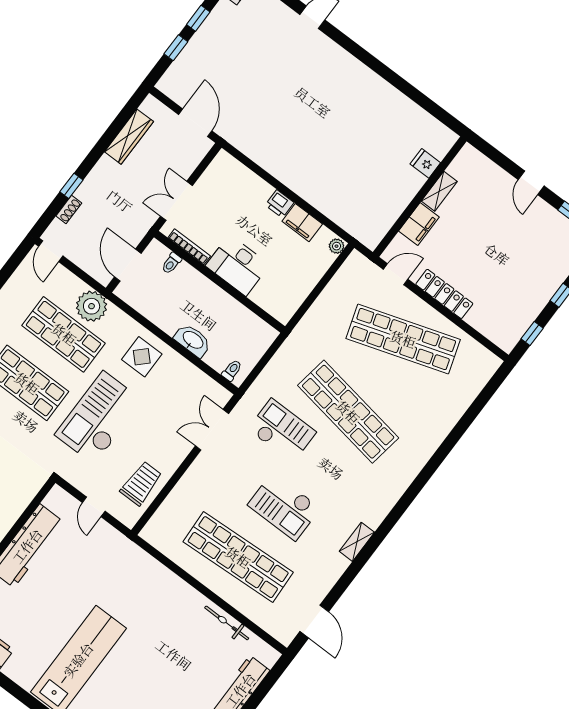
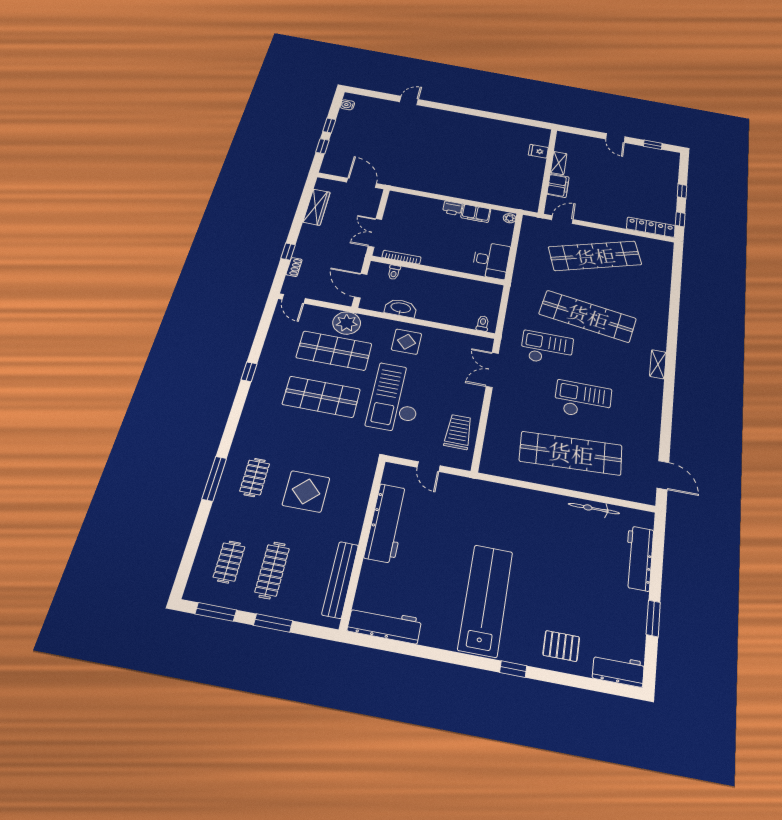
desk: (237, 265) -> (491, 260), moved, turned -90
locker: (444, 294) -> (651, 227), moved
washbasin: (193, 340) -> (401, 308), moved
checkout: (284, 506) -> (583, 400), turned 180
shelving: (357, 542) -> (658, 364), moved

